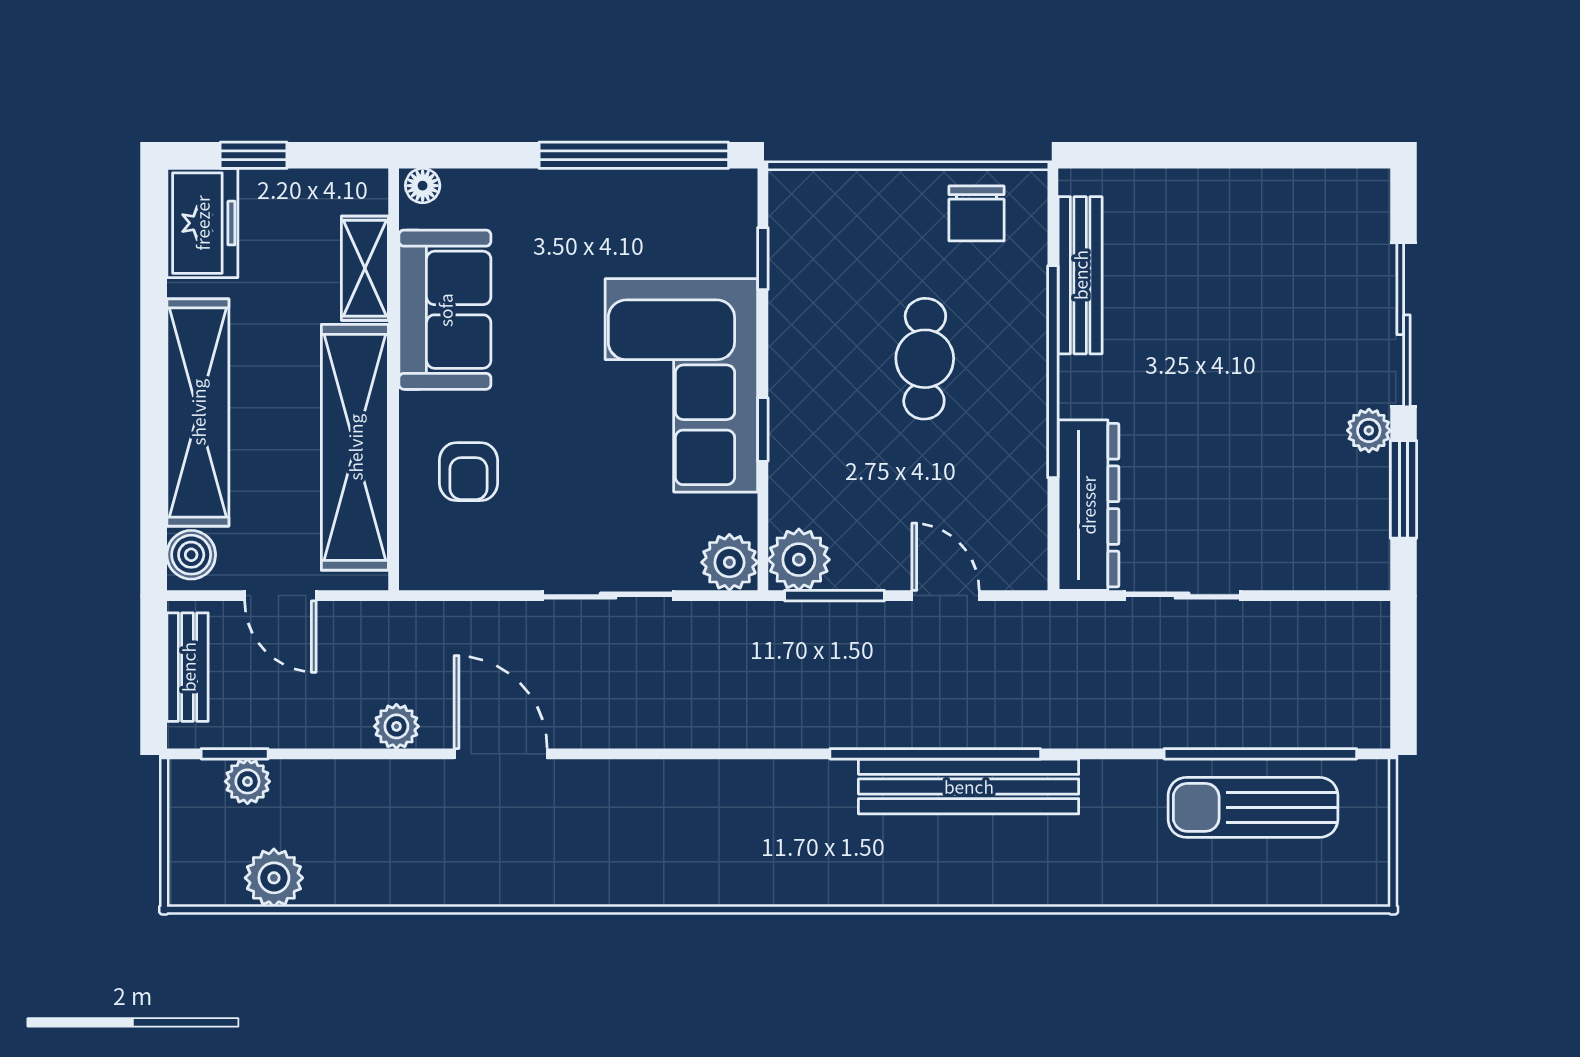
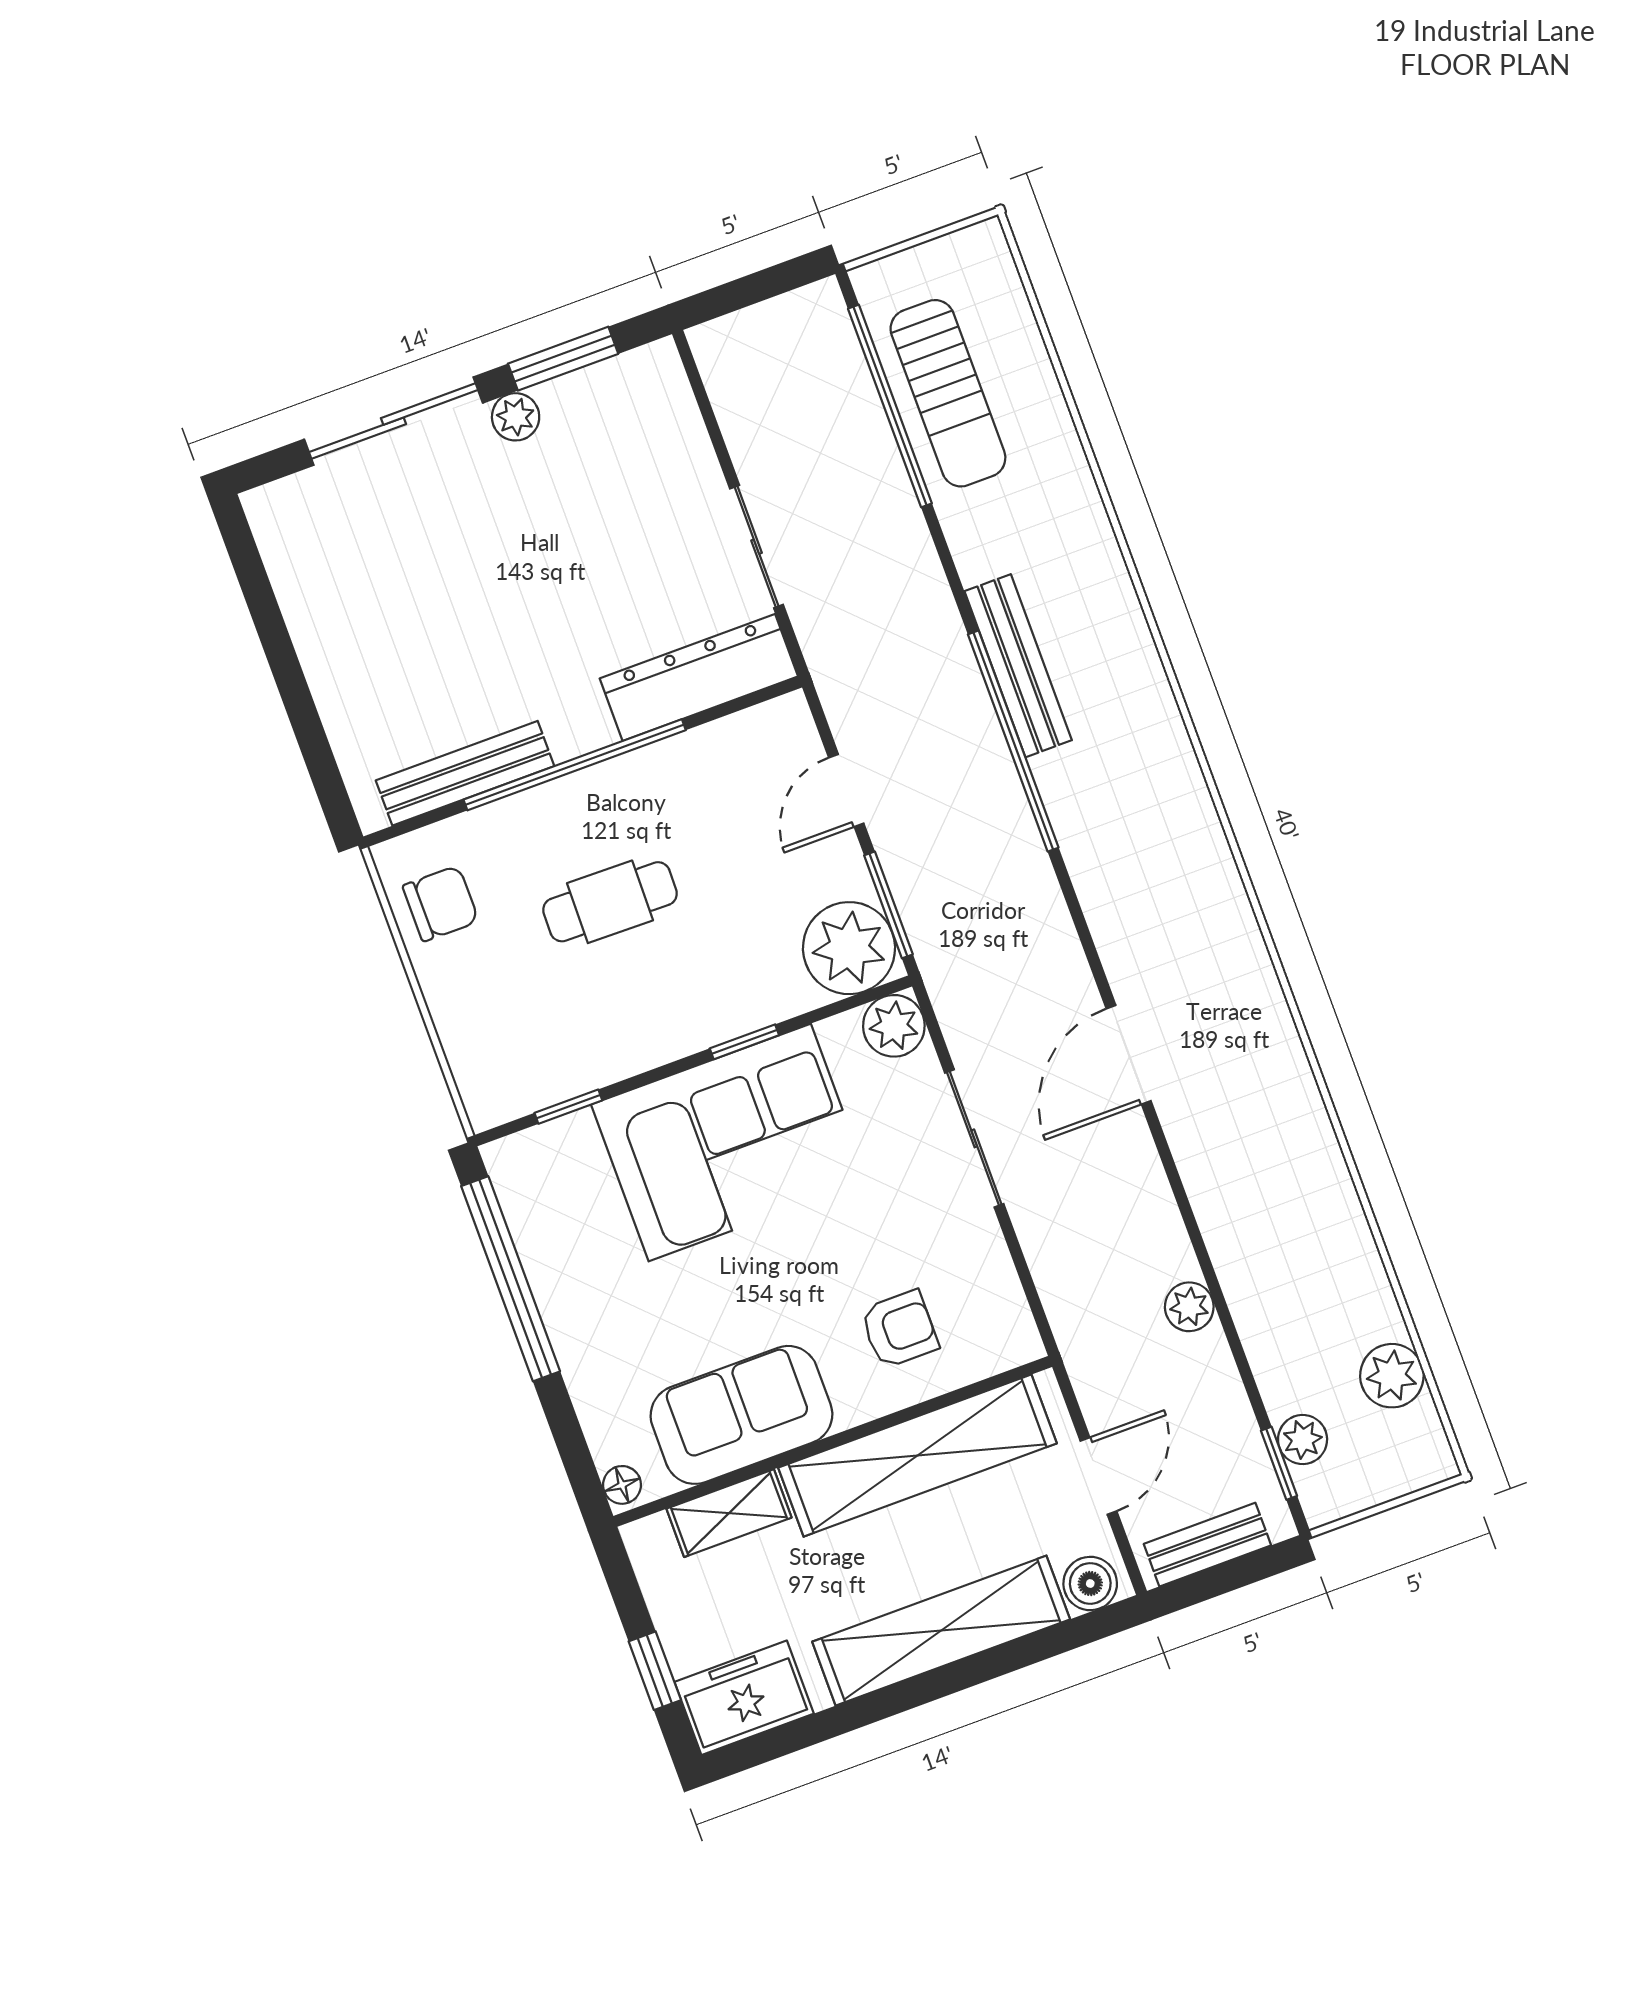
plant: (799, 560) -> (849, 948), width x1.36, depth x1.36
door: (501, 754) -> (1129, 1055), moved
bench: (969, 786) -> (1018, 666), width x0.73, depth x0.82

